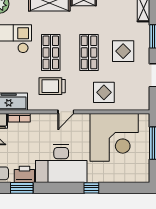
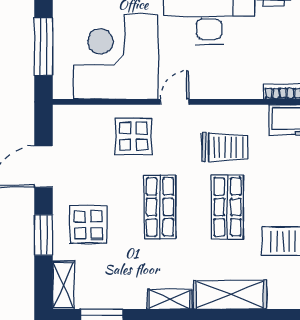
display table: (123, 51) -> (88, 225), moved
door: (66, 112) -> (175, 102), moved

